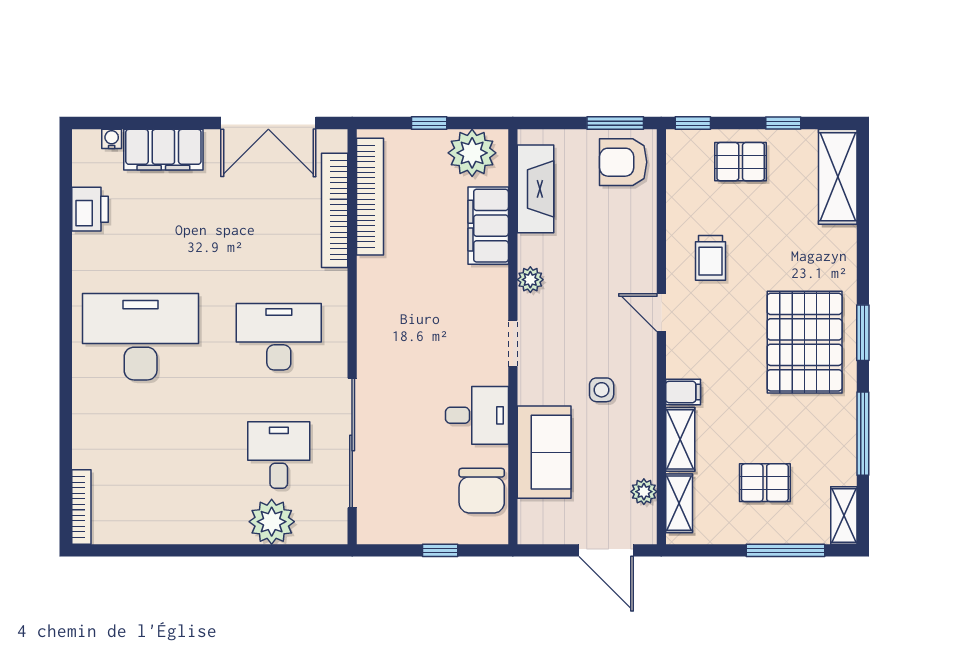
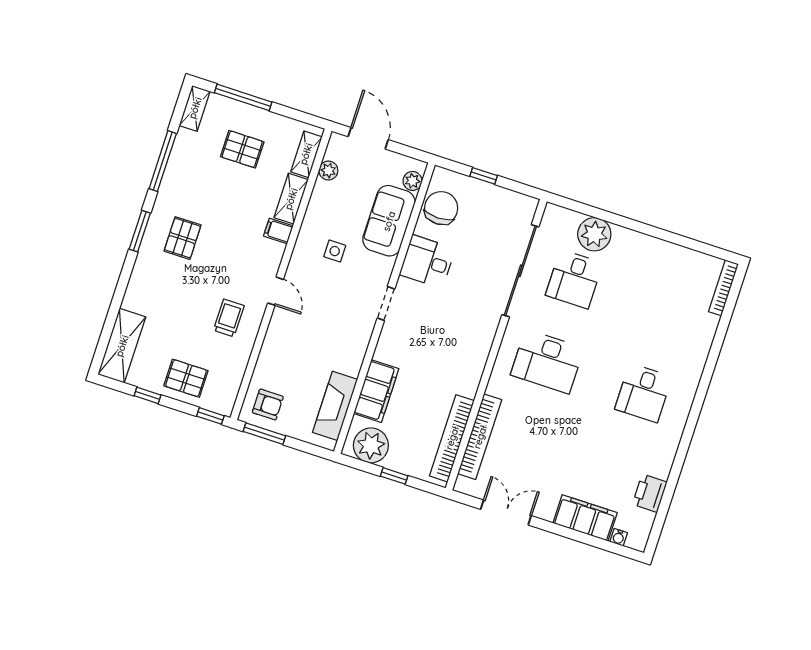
double door: (268, 123) -> (506, 513), width x0.73
armchair: (623, 162) -> (268, 405), width x0.72, depth x0.72
plant: (530, 280) -> (412, 181), moved
desk: (141, 337) -> (644, 393), width x0.53, depth x0.77
pallet: (805, 342) -> (183, 238), width x0.49, depth x0.50

